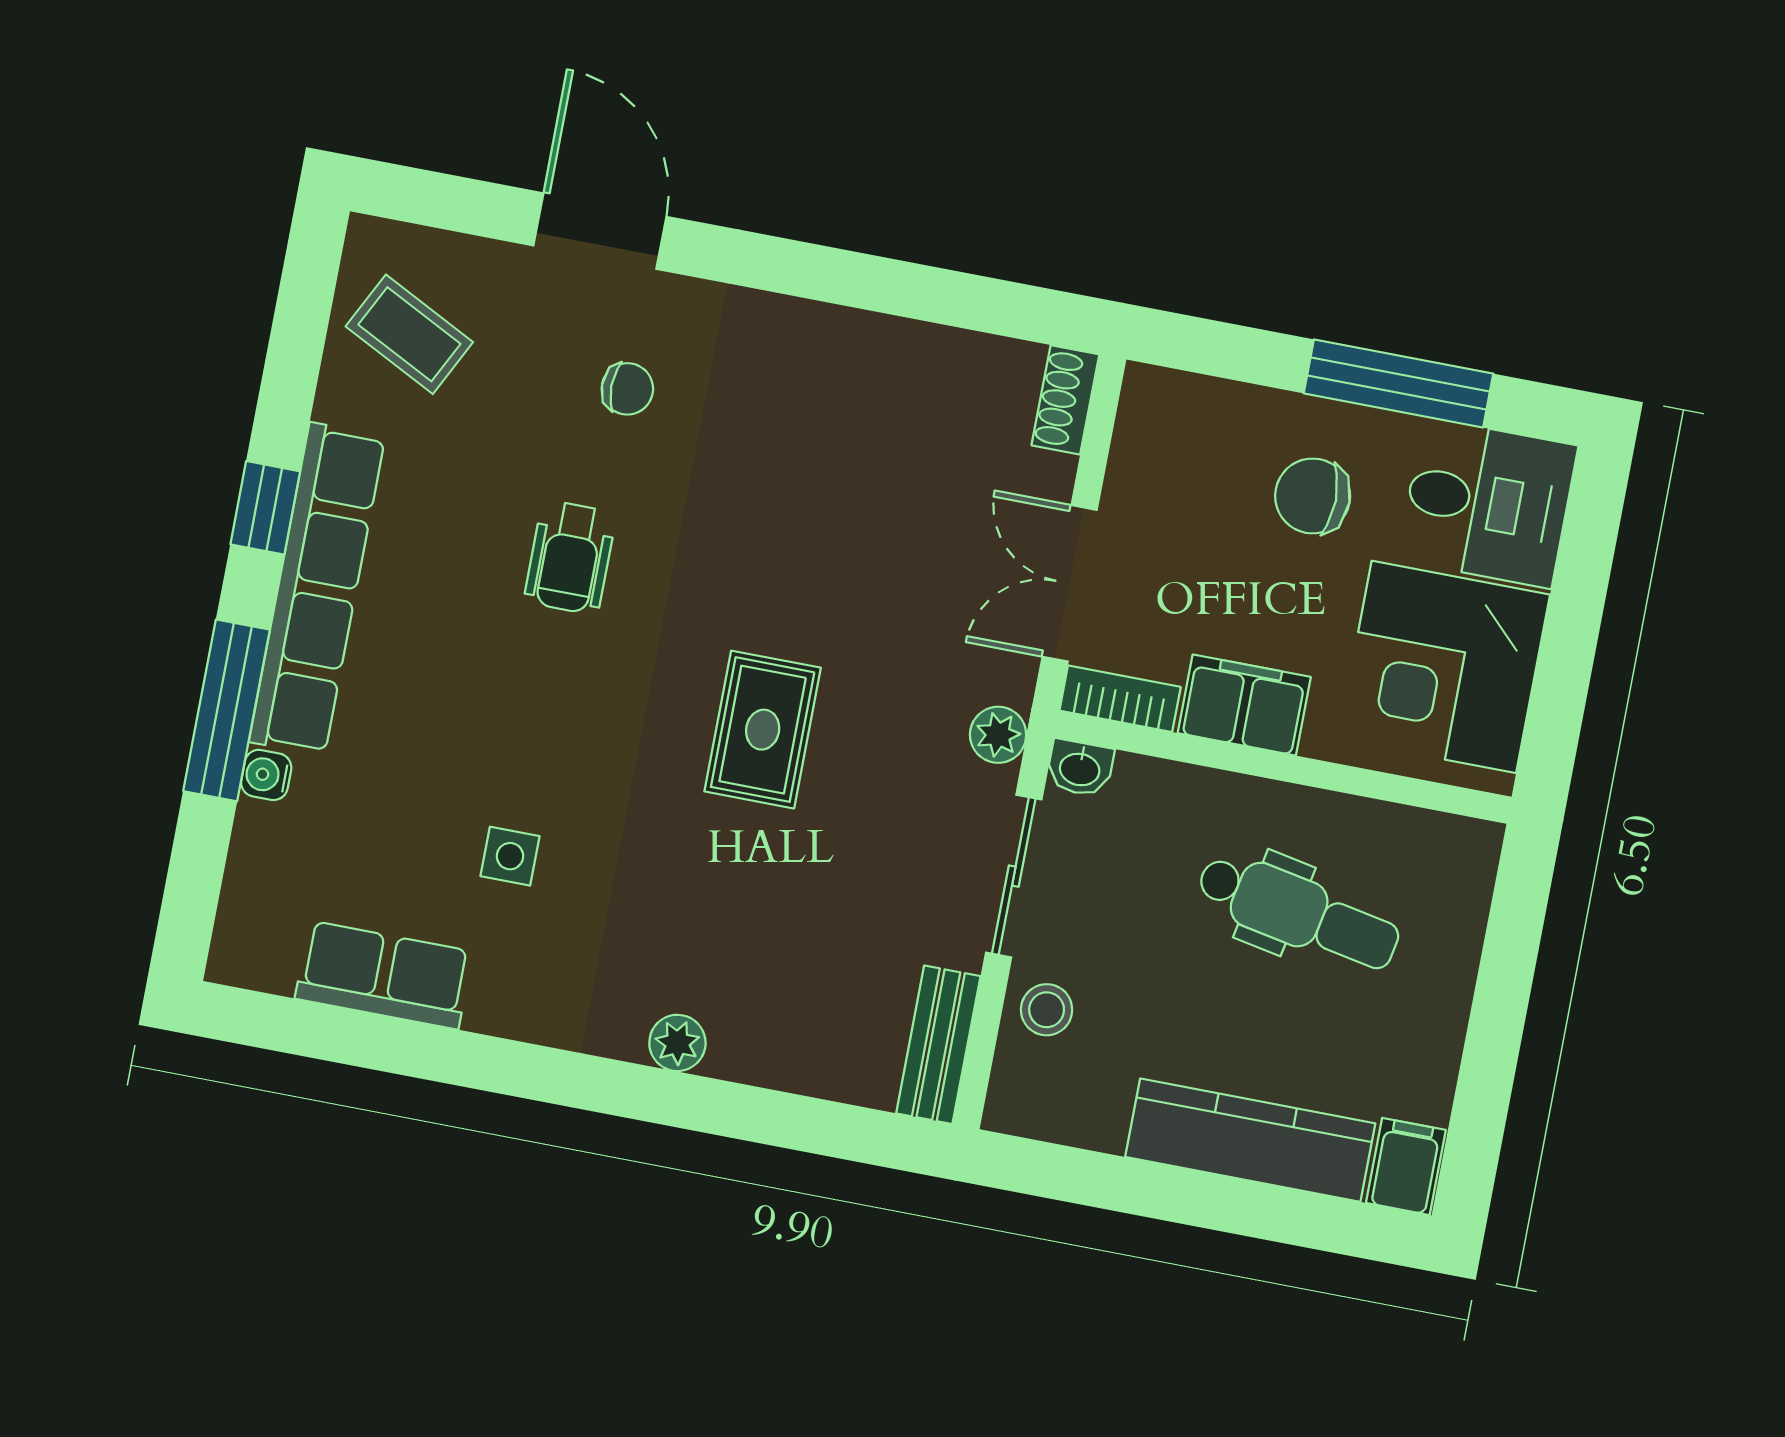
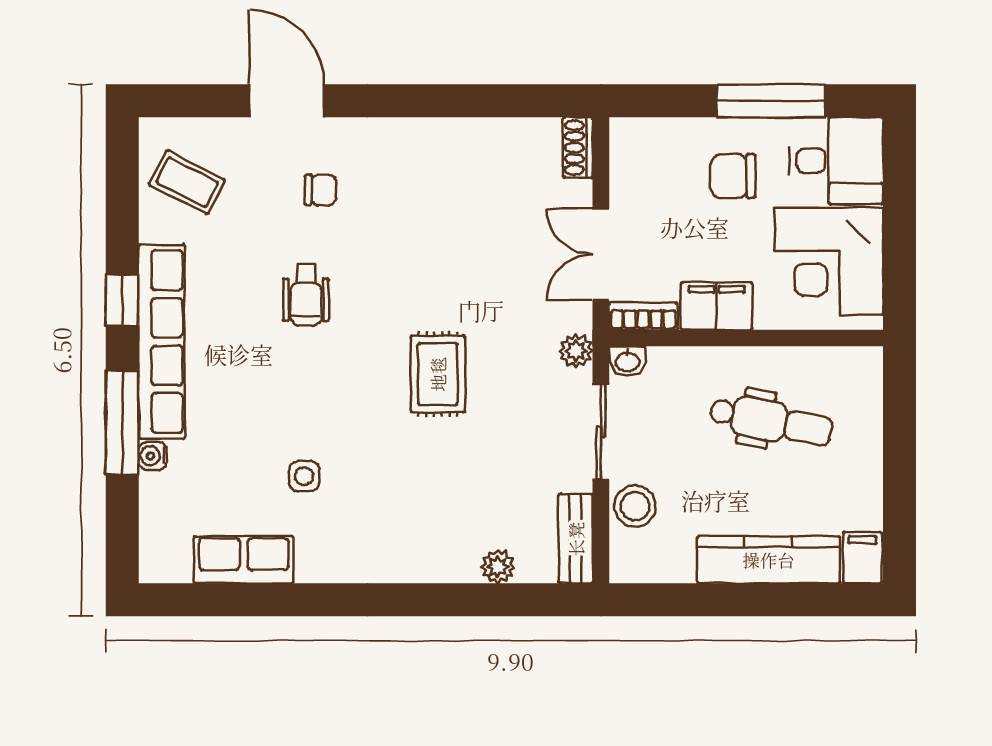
stool: (1047, 1010) -> (635, 506), width x1.37, depth x1.37
plant: (677, 1043) -> (498, 567), moved

